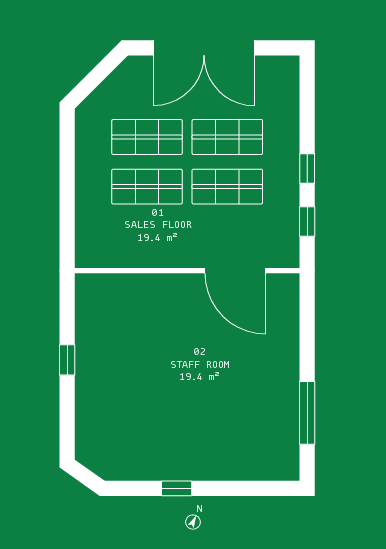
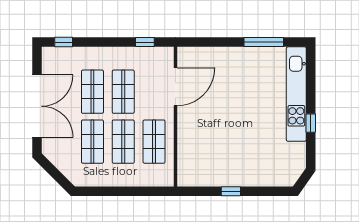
window: (307, 168) -> (64, 42), moved
shop shelf: (147, 236) -> (154, 142), added
kitchen unit: (224, 465) -> (296, 94), added

